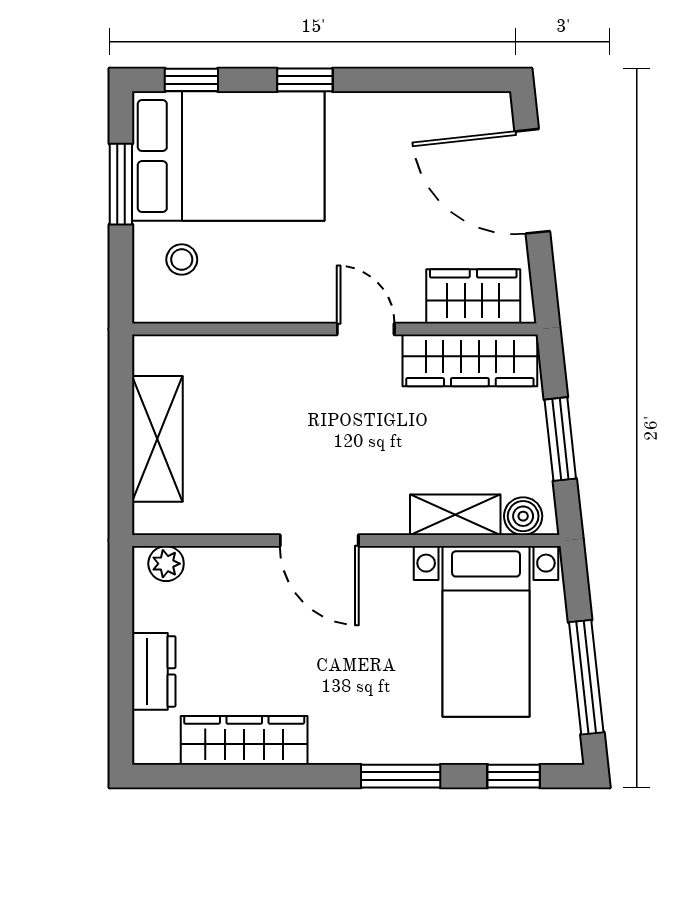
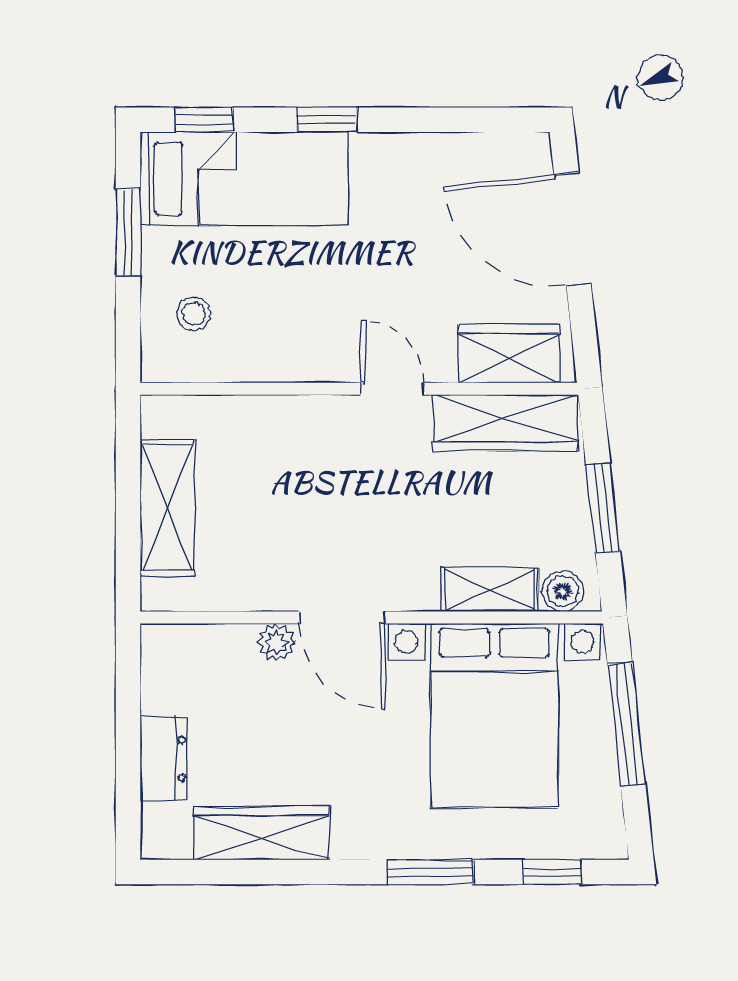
bed: (228, 156) -> (244, 179), width x0.67
plant: (166, 564) -> (276, 642), moved
bed with nightstands: (486, 631) -> (494, 716), width x1.36
window: (586, 677) -> (626, 724), moved

